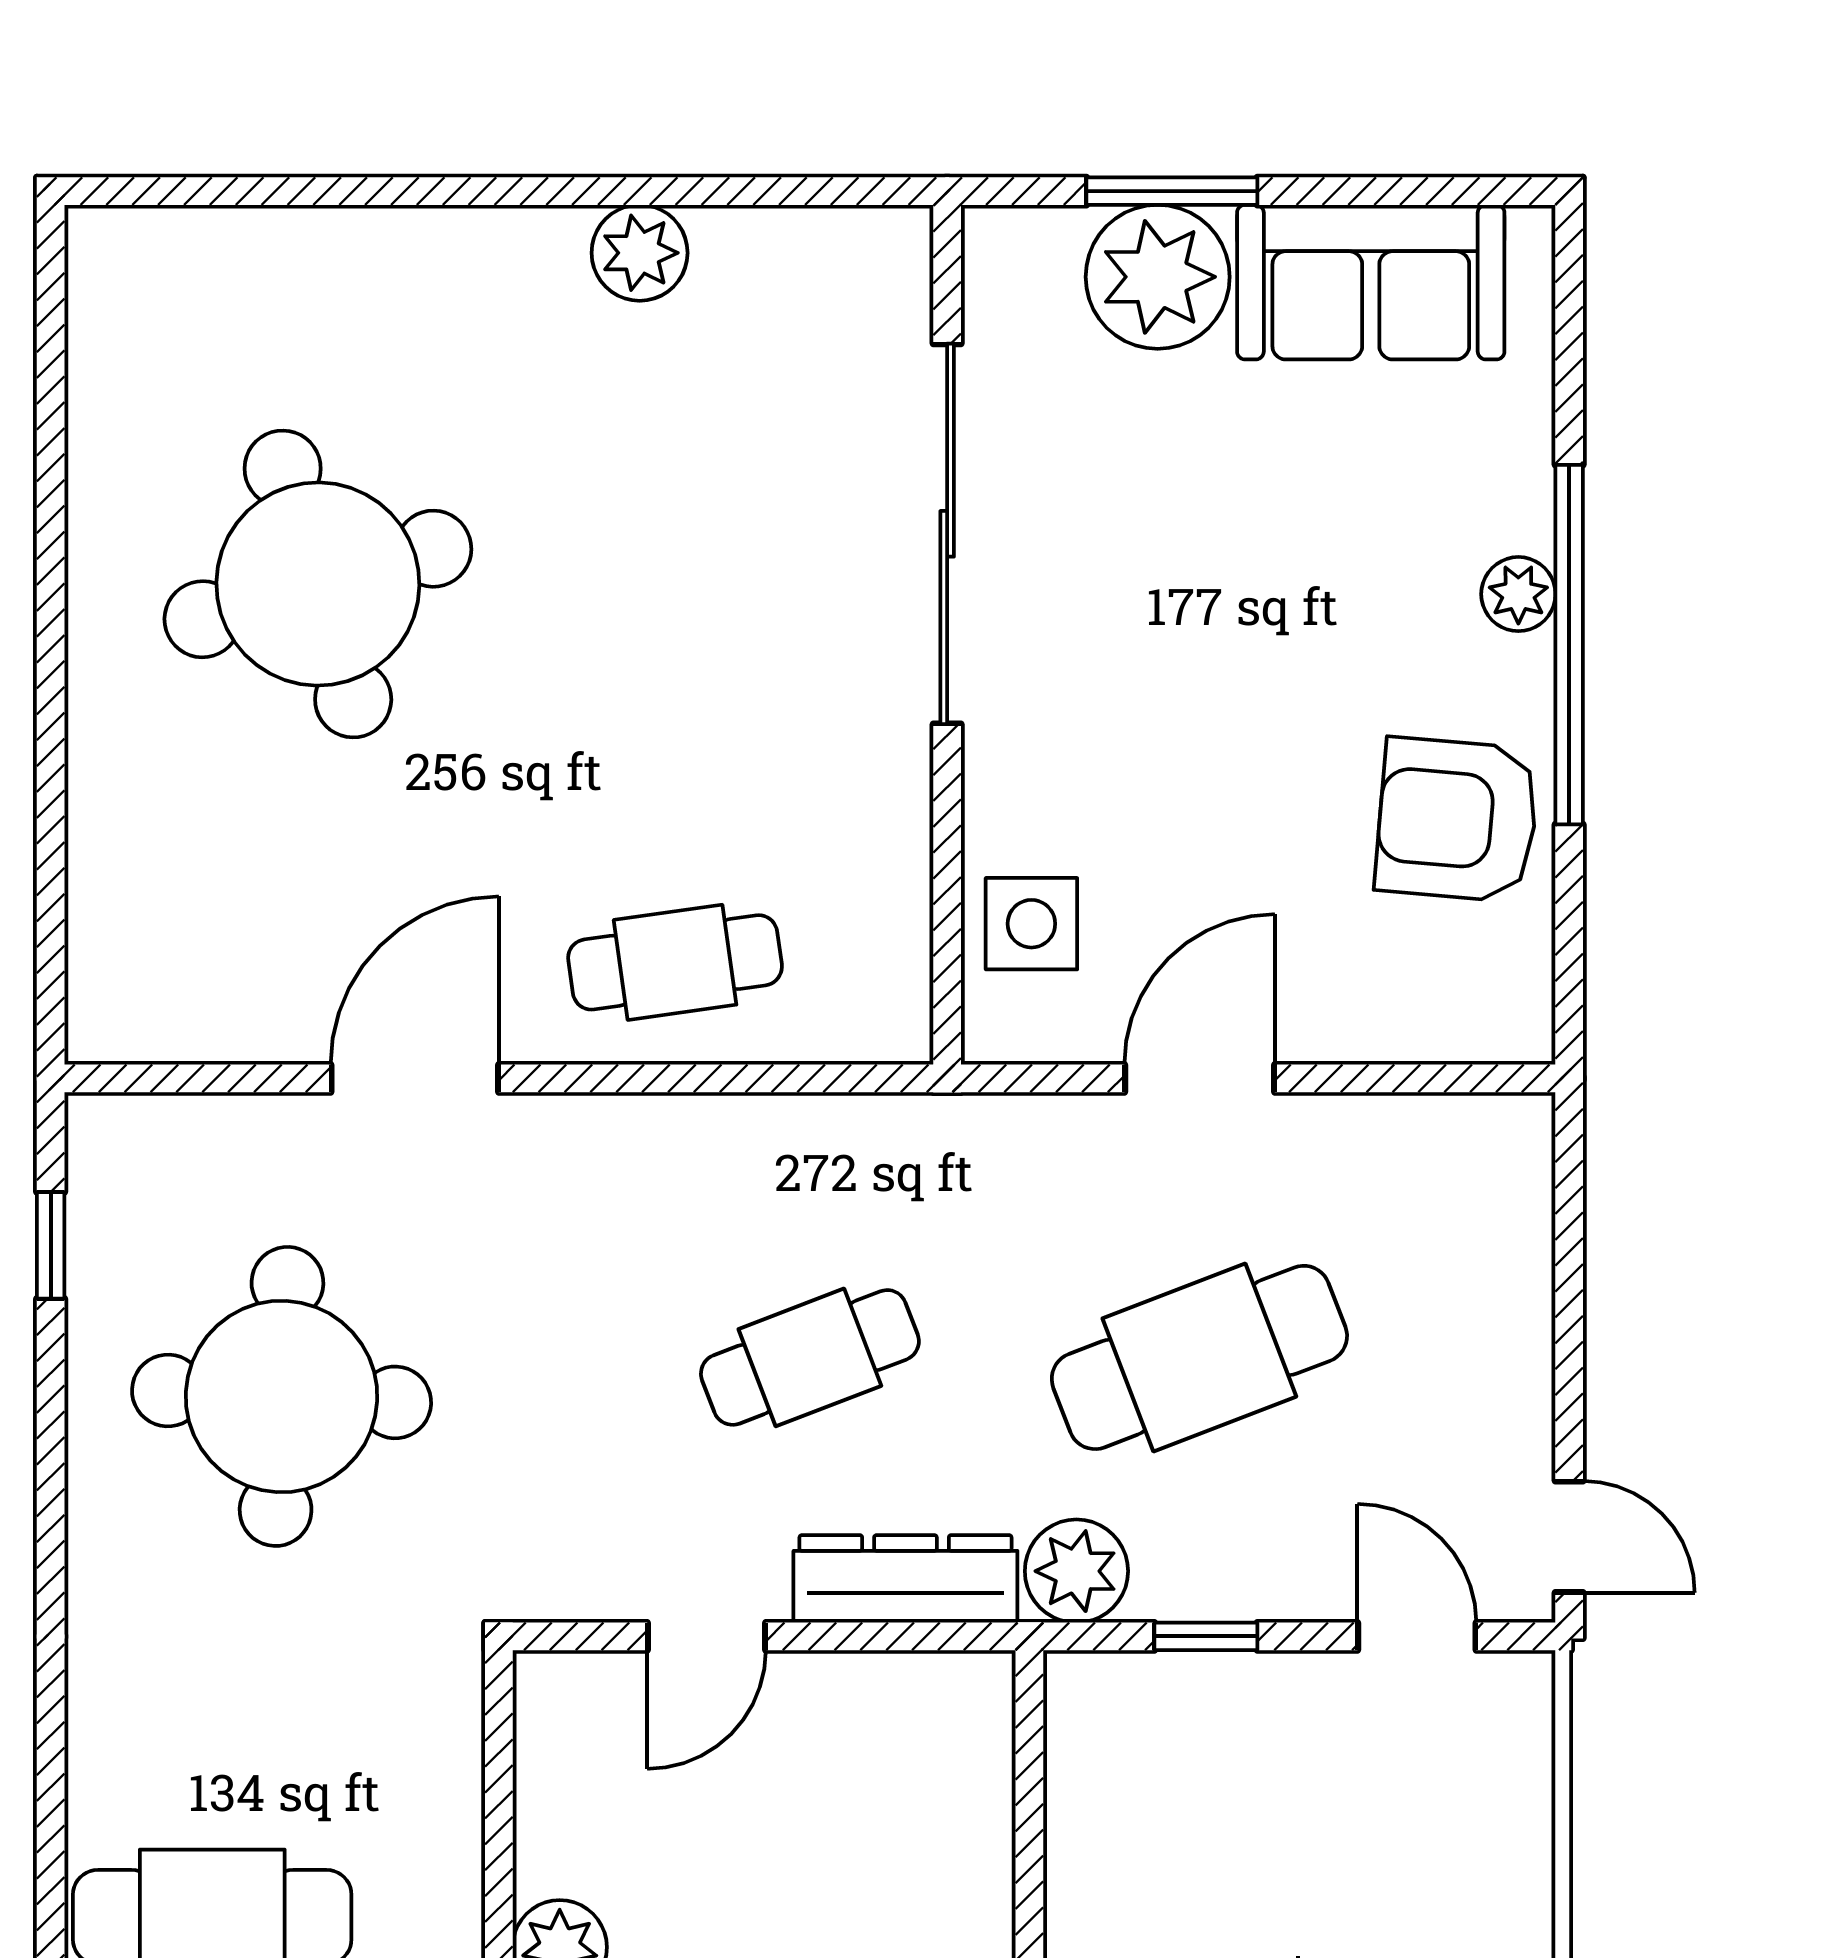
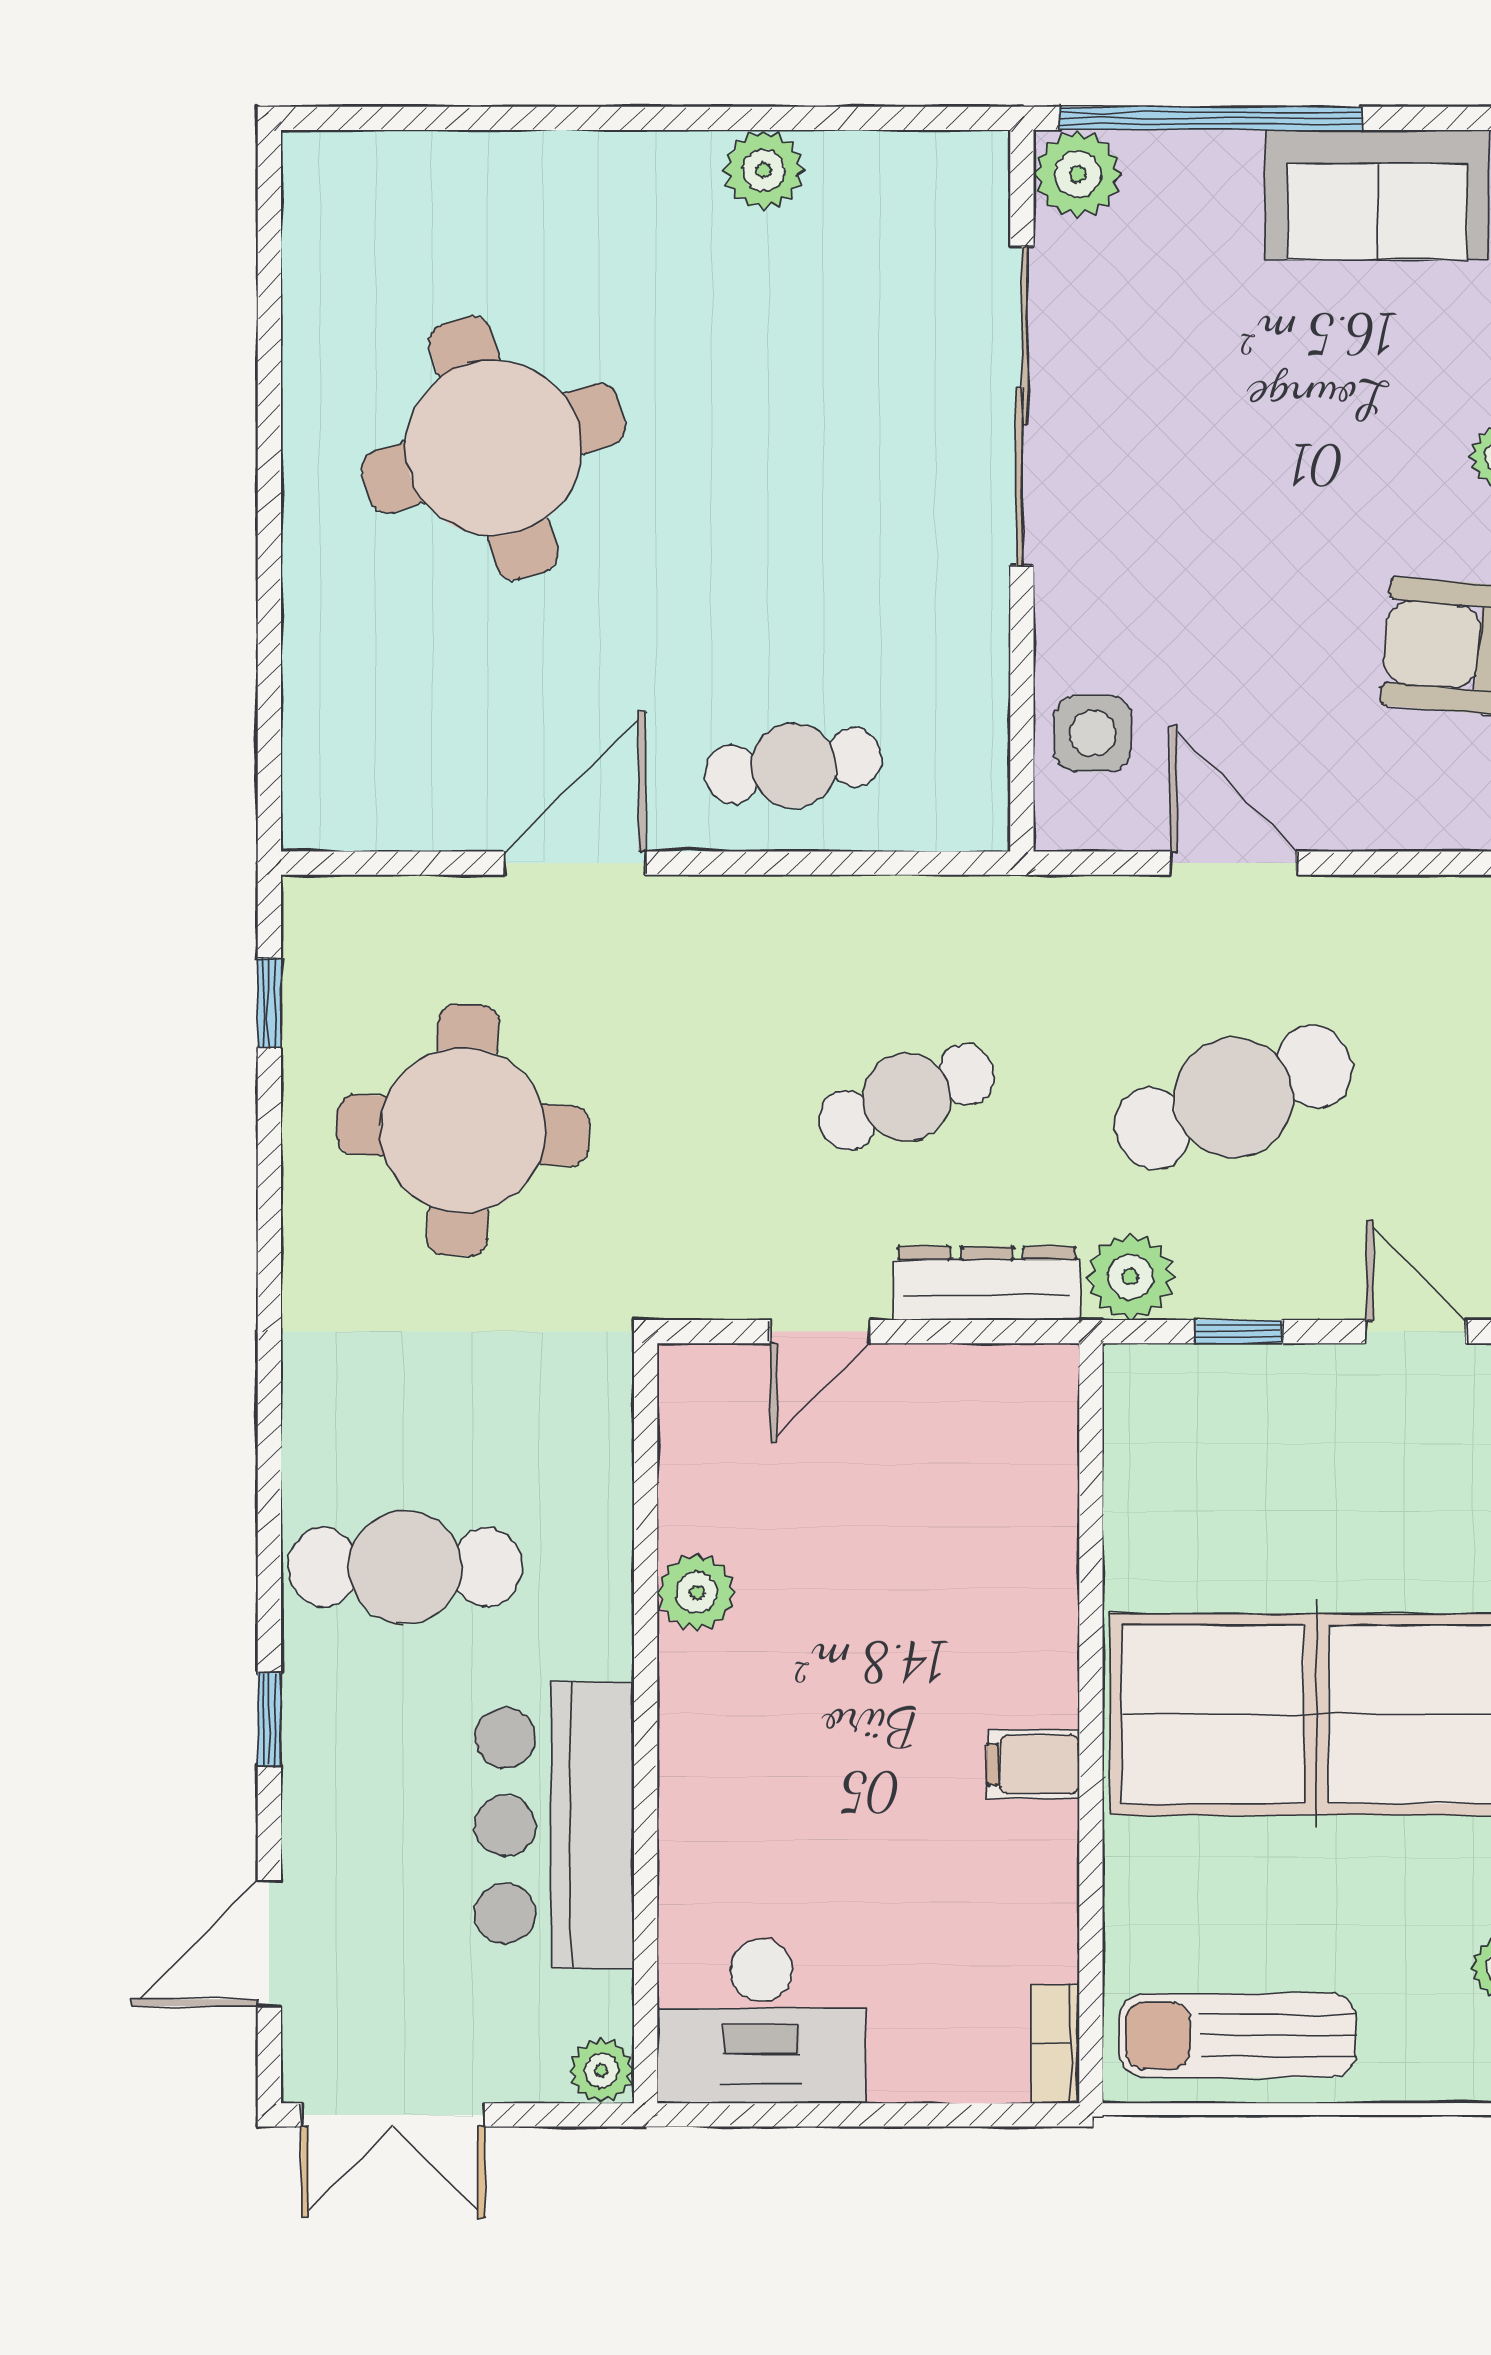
window: (1172, 191) -> (1210, 118), width x2.11
plant: (1158, 277) -> (1078, 174), moved, width x0.73, depth x0.73
door: (1200, 1078) -> (1234, 863), hinge flipped

